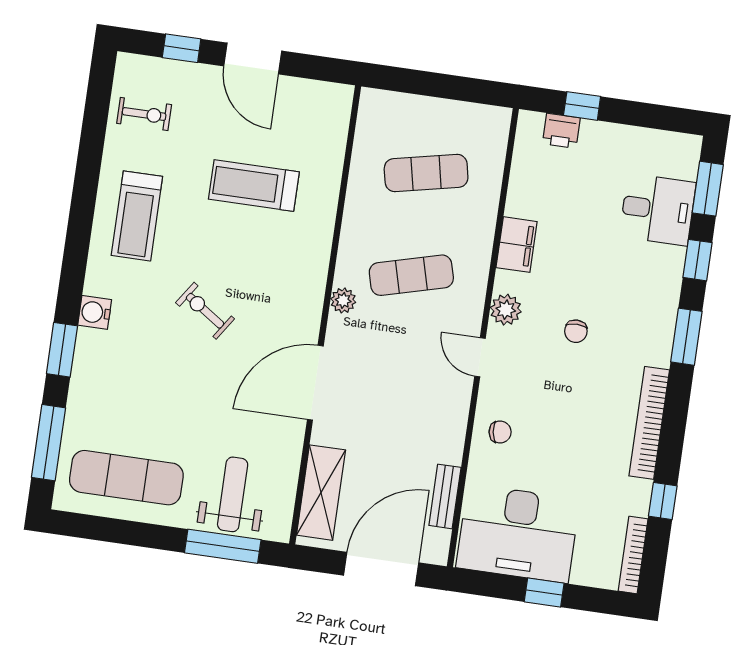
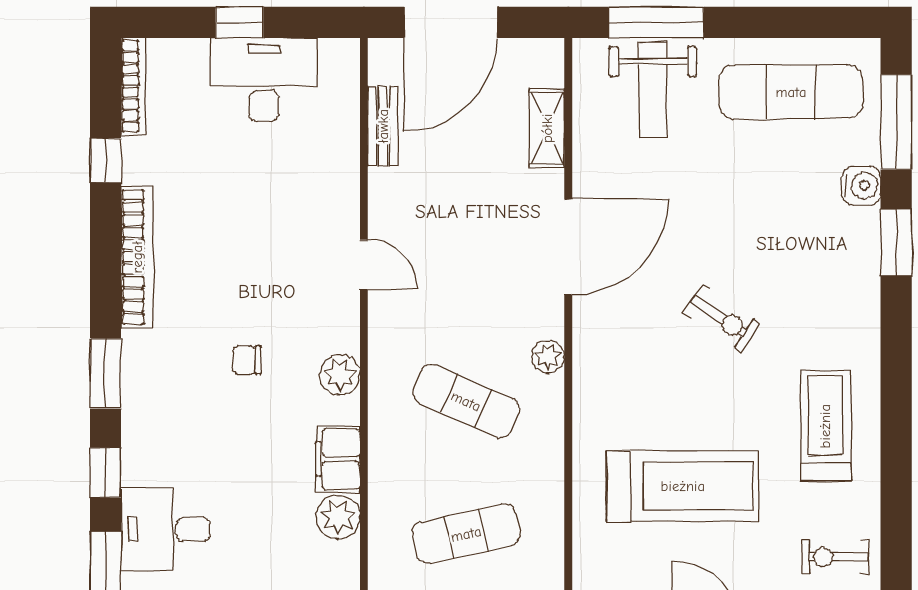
treadmill: (254, 186) -> (683, 486), width x1.37, depth x1.37
plant: (523, 200) -> (338, 517), added
exercise mat: (411, 275) -> (466, 401), turned 39
water cooler: (95, 312) -> (861, 185), moved
chair: (576, 331) -> (247, 360), turned -90
door: (480, 357) -> (364, 265), moved
chair: (500, 432) -> (325, 218), removed
shelving: (321, 493) -> (547, 128), width x0.67, depth x0.75
desk: (518, 534) -> (264, 80), width x0.73, depth x0.77

